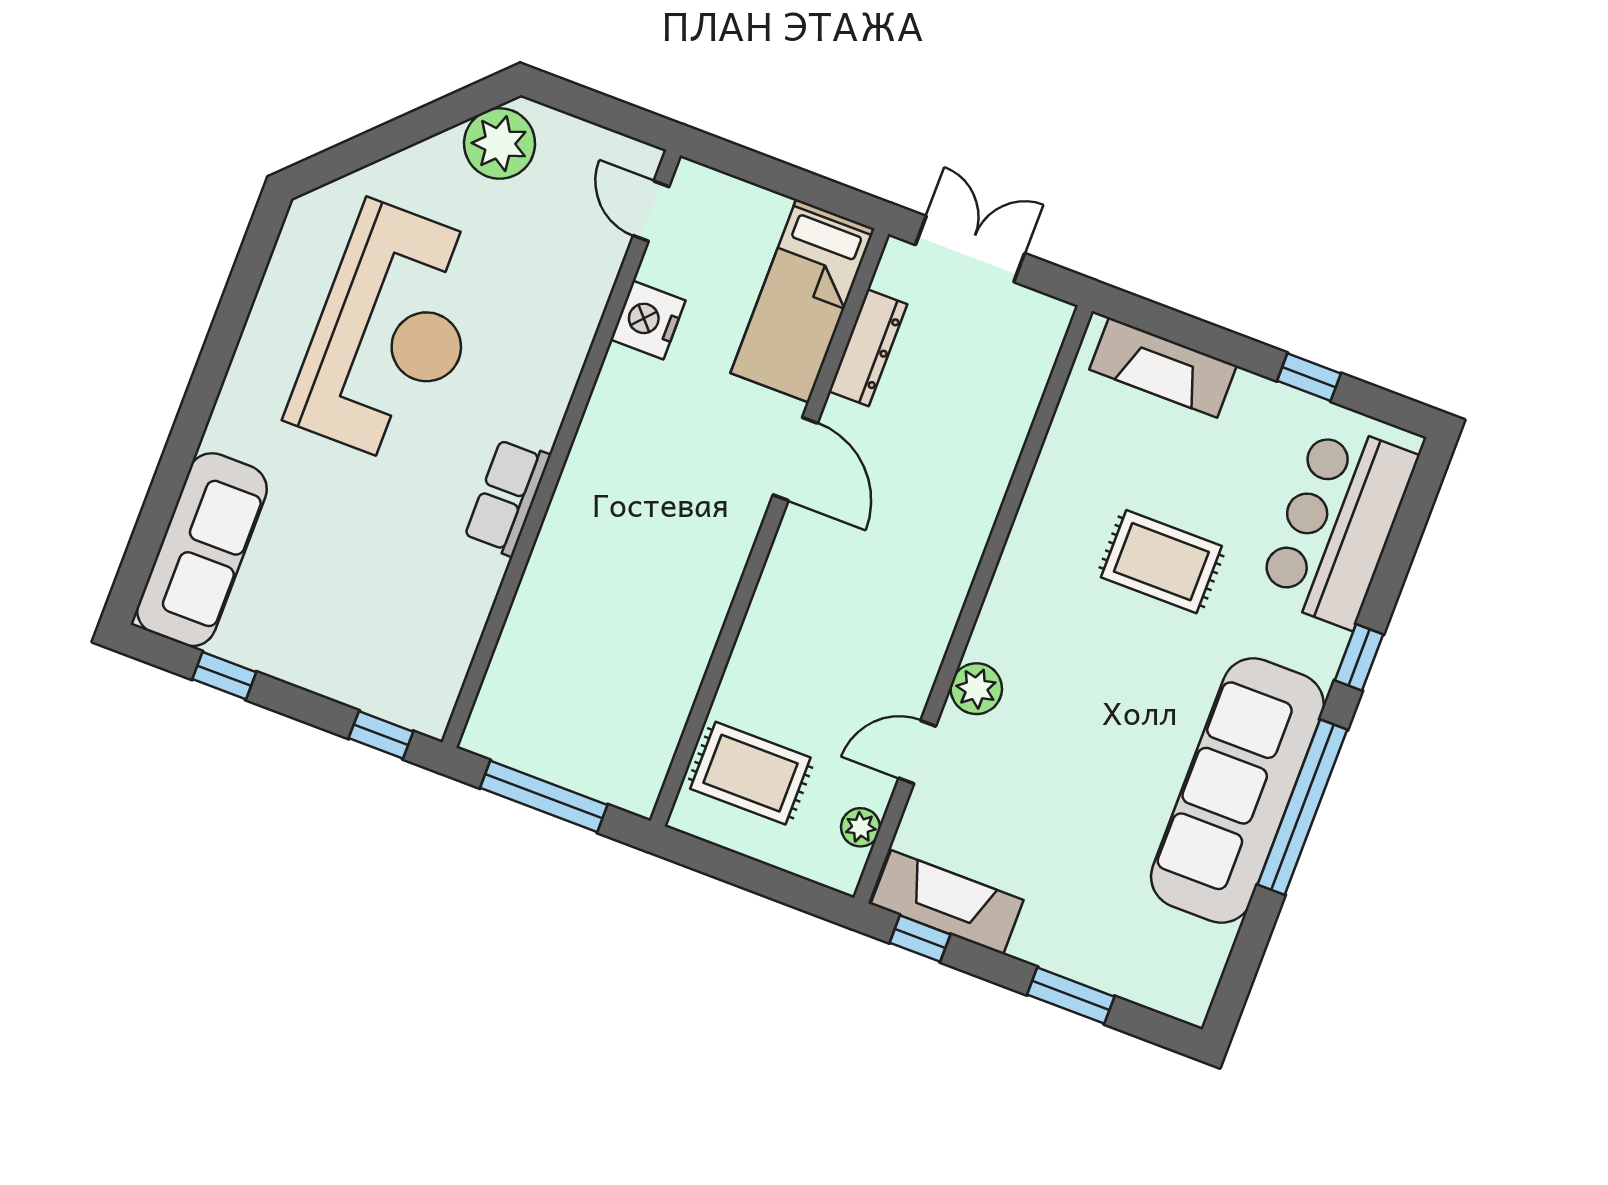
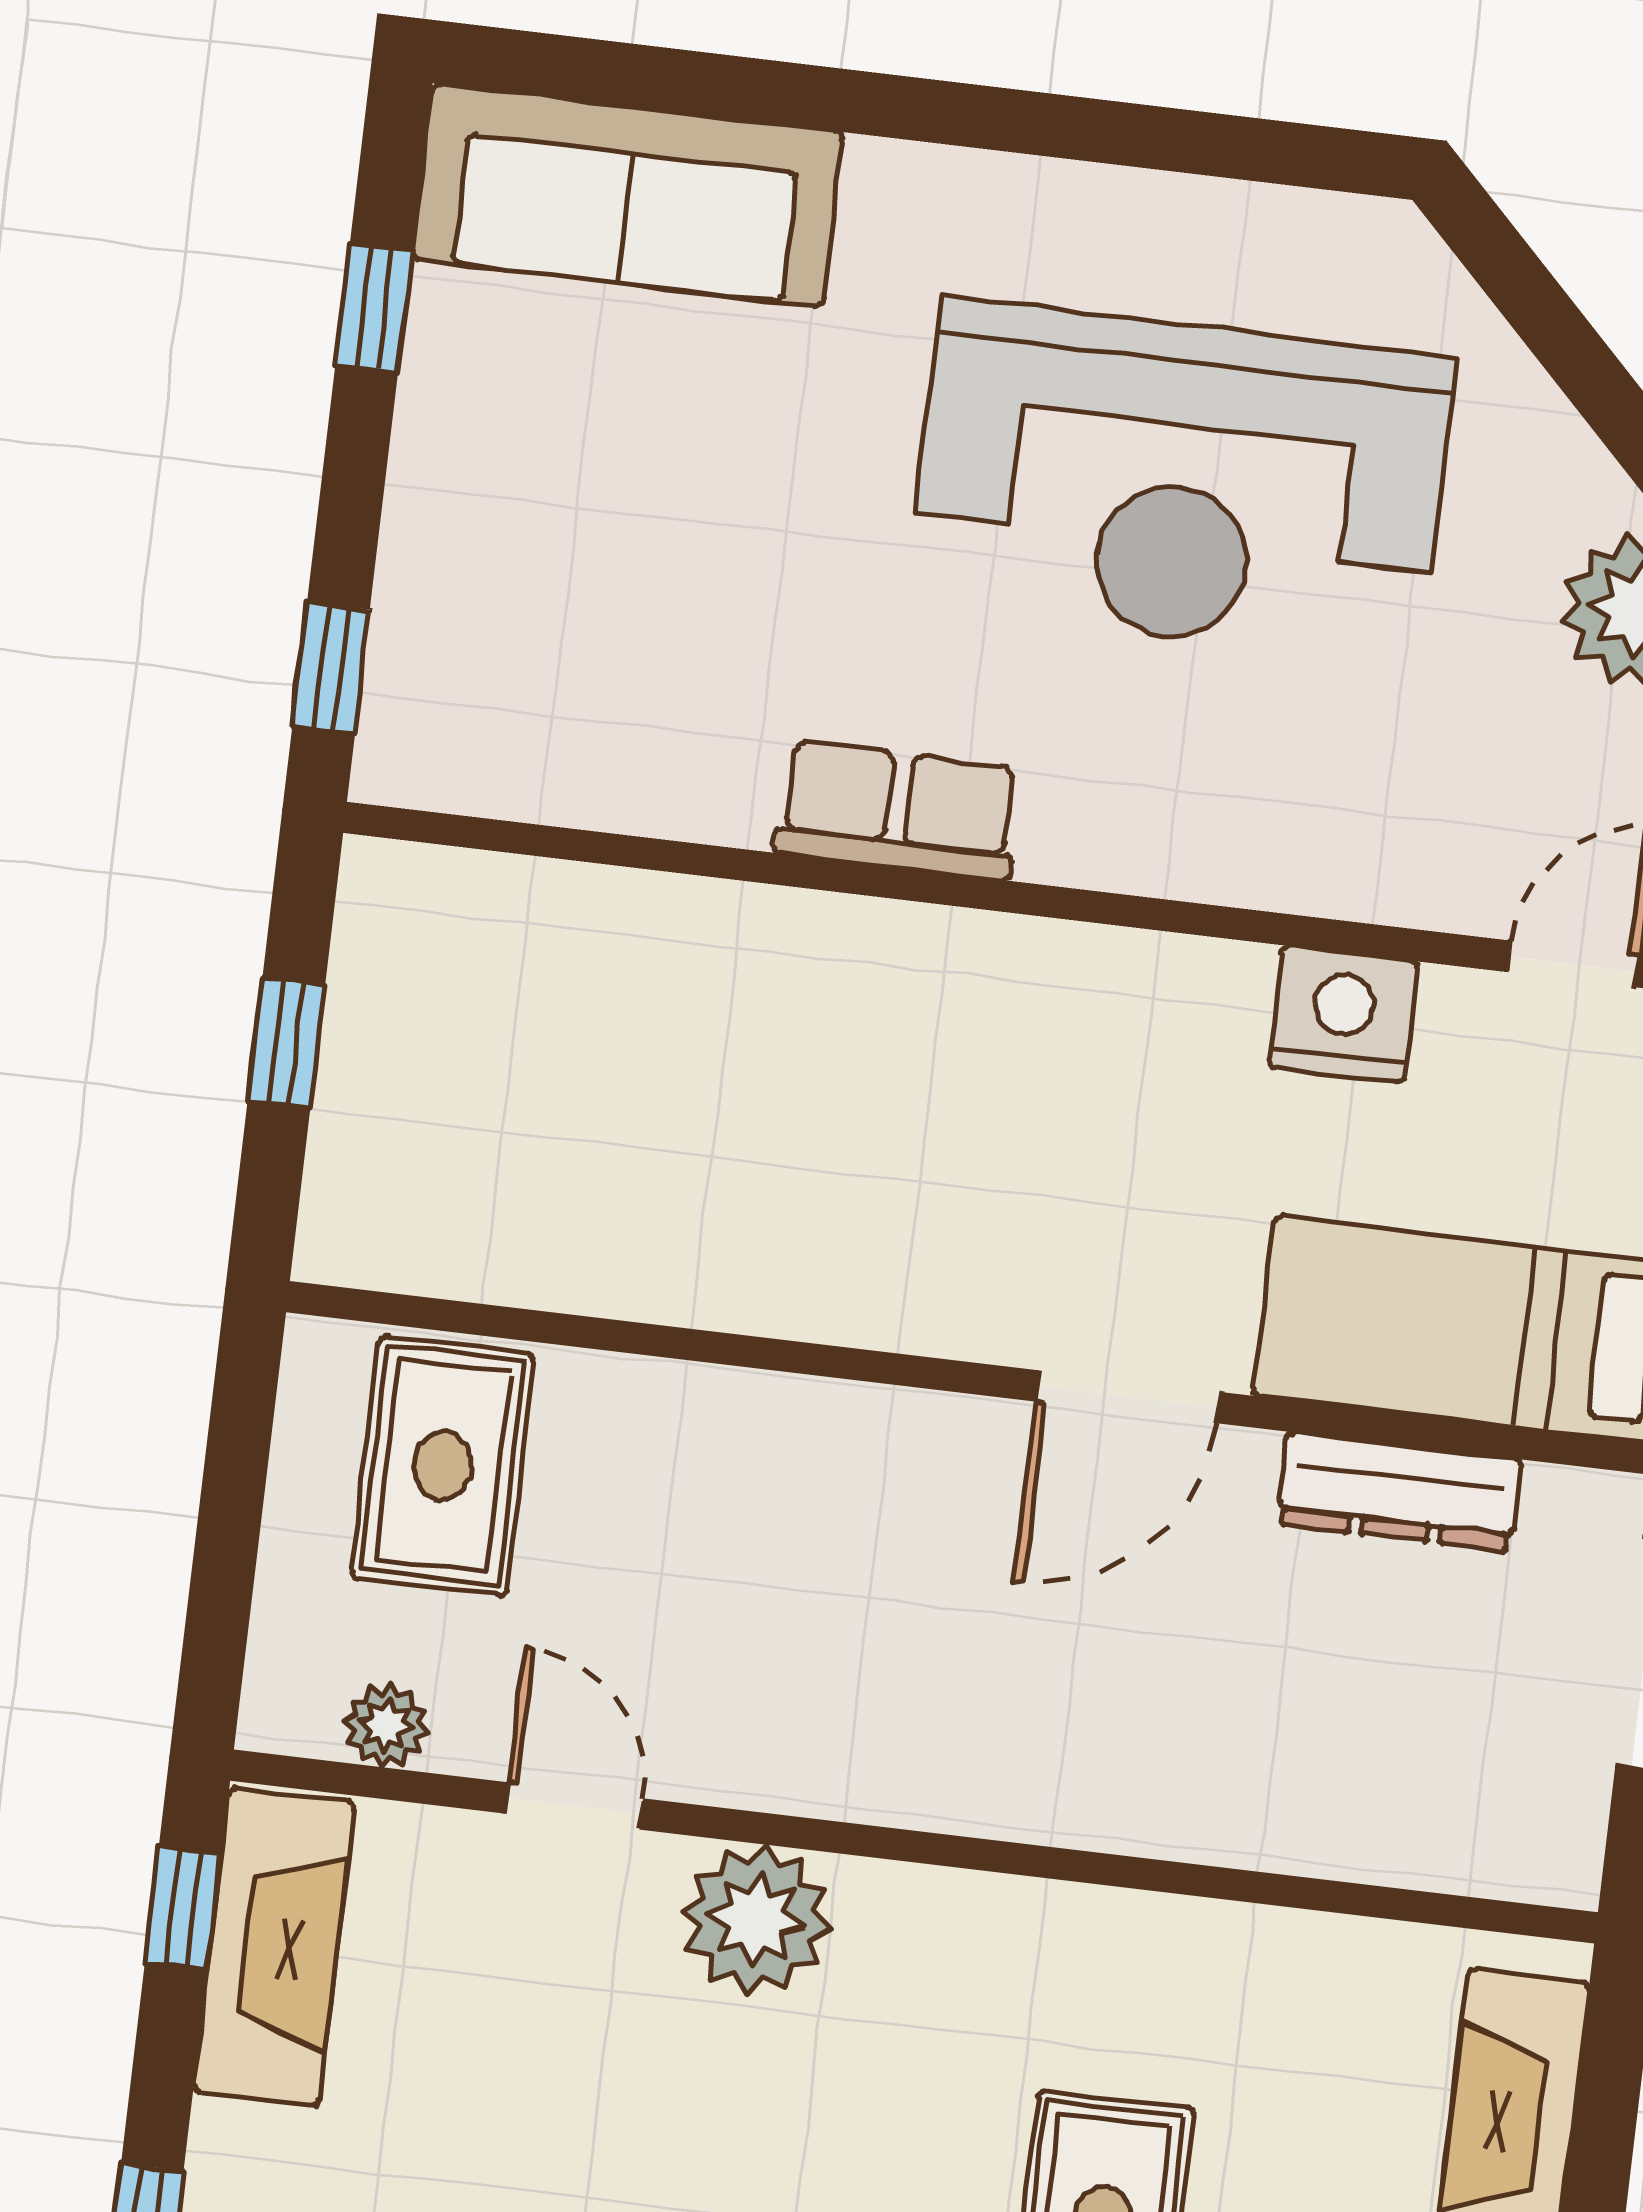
plant: (976, 689) -> (756, 1920), width x1.36, depth x1.36
window: (544, 796) -> (286, 1043), width x0.46

